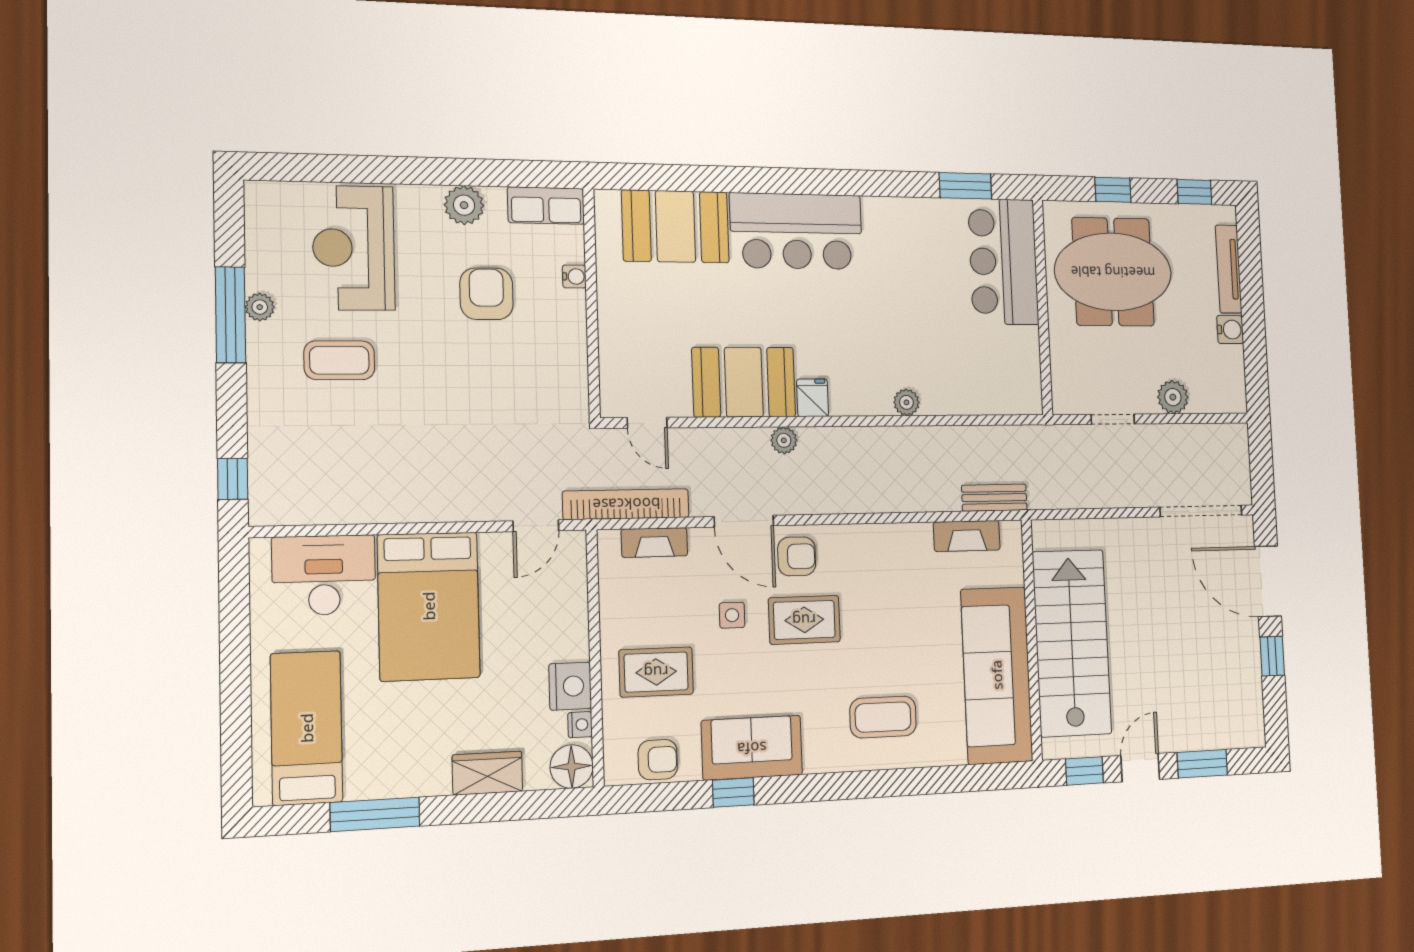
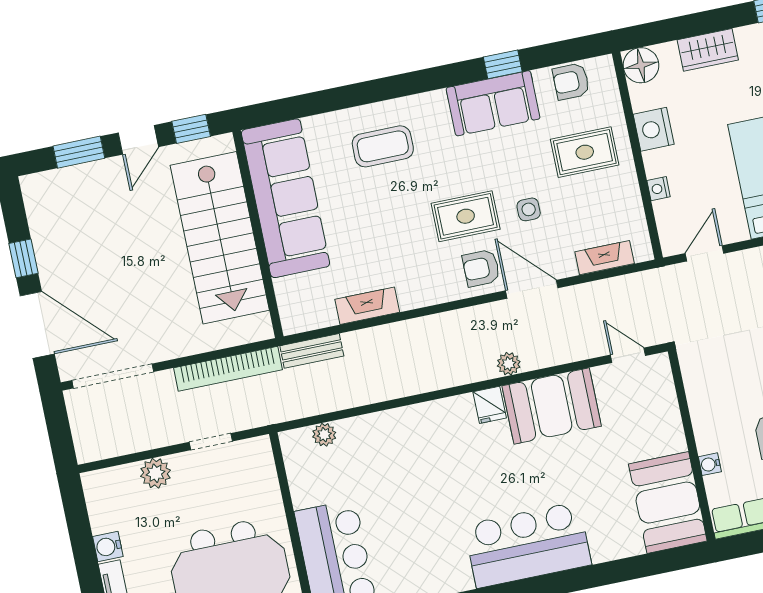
booth: (675, 226) -> (668, 503), moved, turned 90
plant: (906, 402) -> (324, 435), moved
bookcase: (626, 504) -> (228, 369), moved
fireplace: (967, 536) -> (367, 306), moved
nightstand: (580, 725) -> (659, 189), moved

